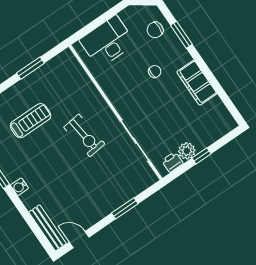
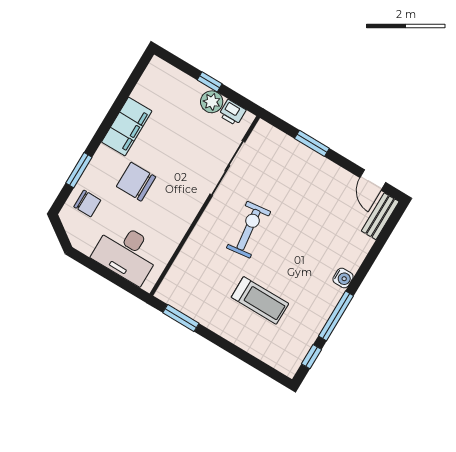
window: (30, 68) -> (181, 318), moved
chair: (155, 71) -> (136, 182), width x1.87, depth x1.87
treadmill: (31, 121) -> (260, 300), turned 180
bench: (48, 228) -> (380, 216), width x0.73

